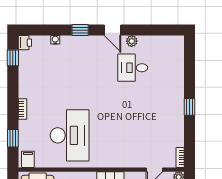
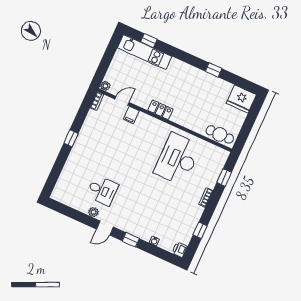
door: (112, 30) -> (105, 228), swing flipped
window: (13, 58) -> (200, 230), moved
filing cabinet: (28, 159) -> (131, 115), moved

